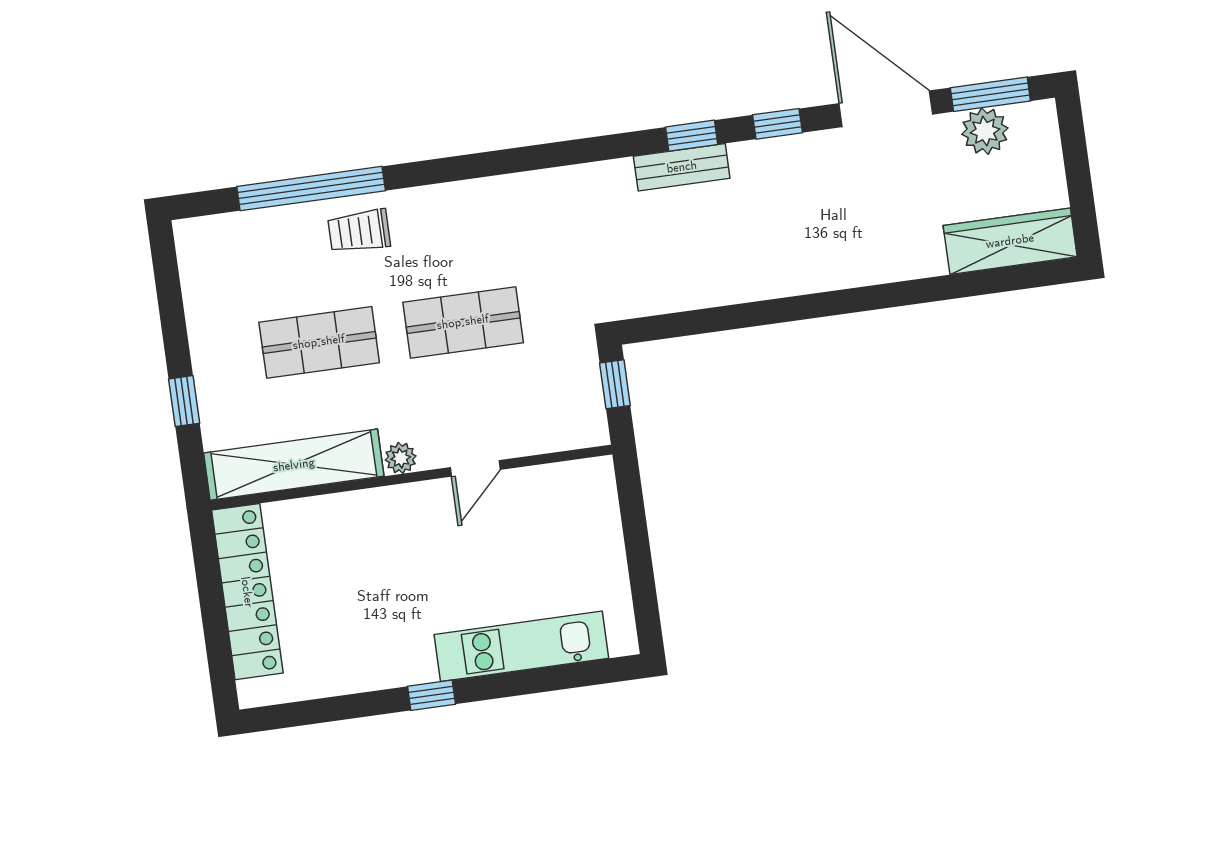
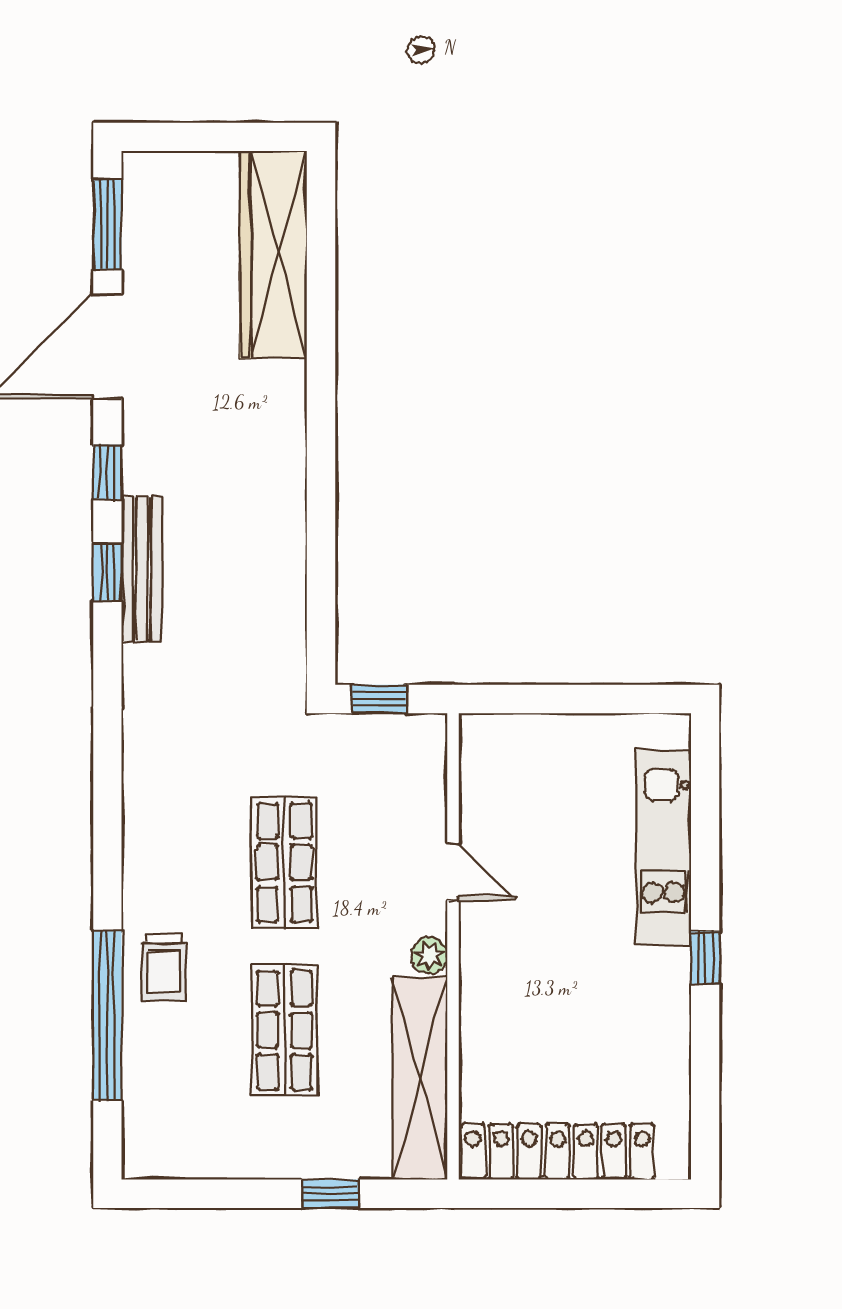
plant: (985, 131) -> (148, 236), removed
bench: (682, 167) -> (142, 569), width x1.36
wardrobe: (1010, 241) -> (273, 255), width x1.40, depth x1.17

